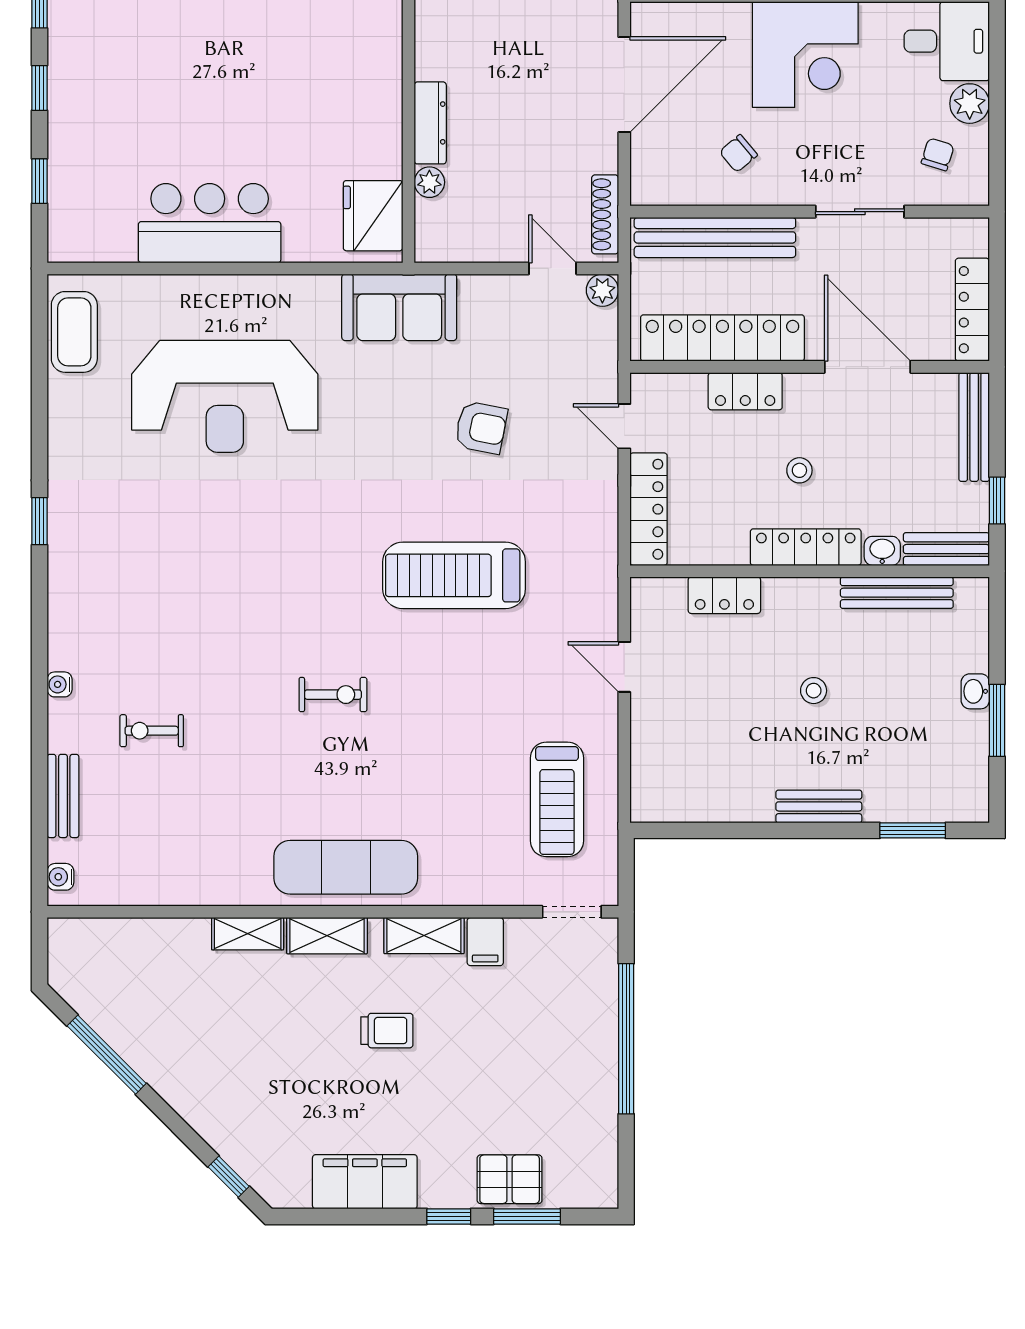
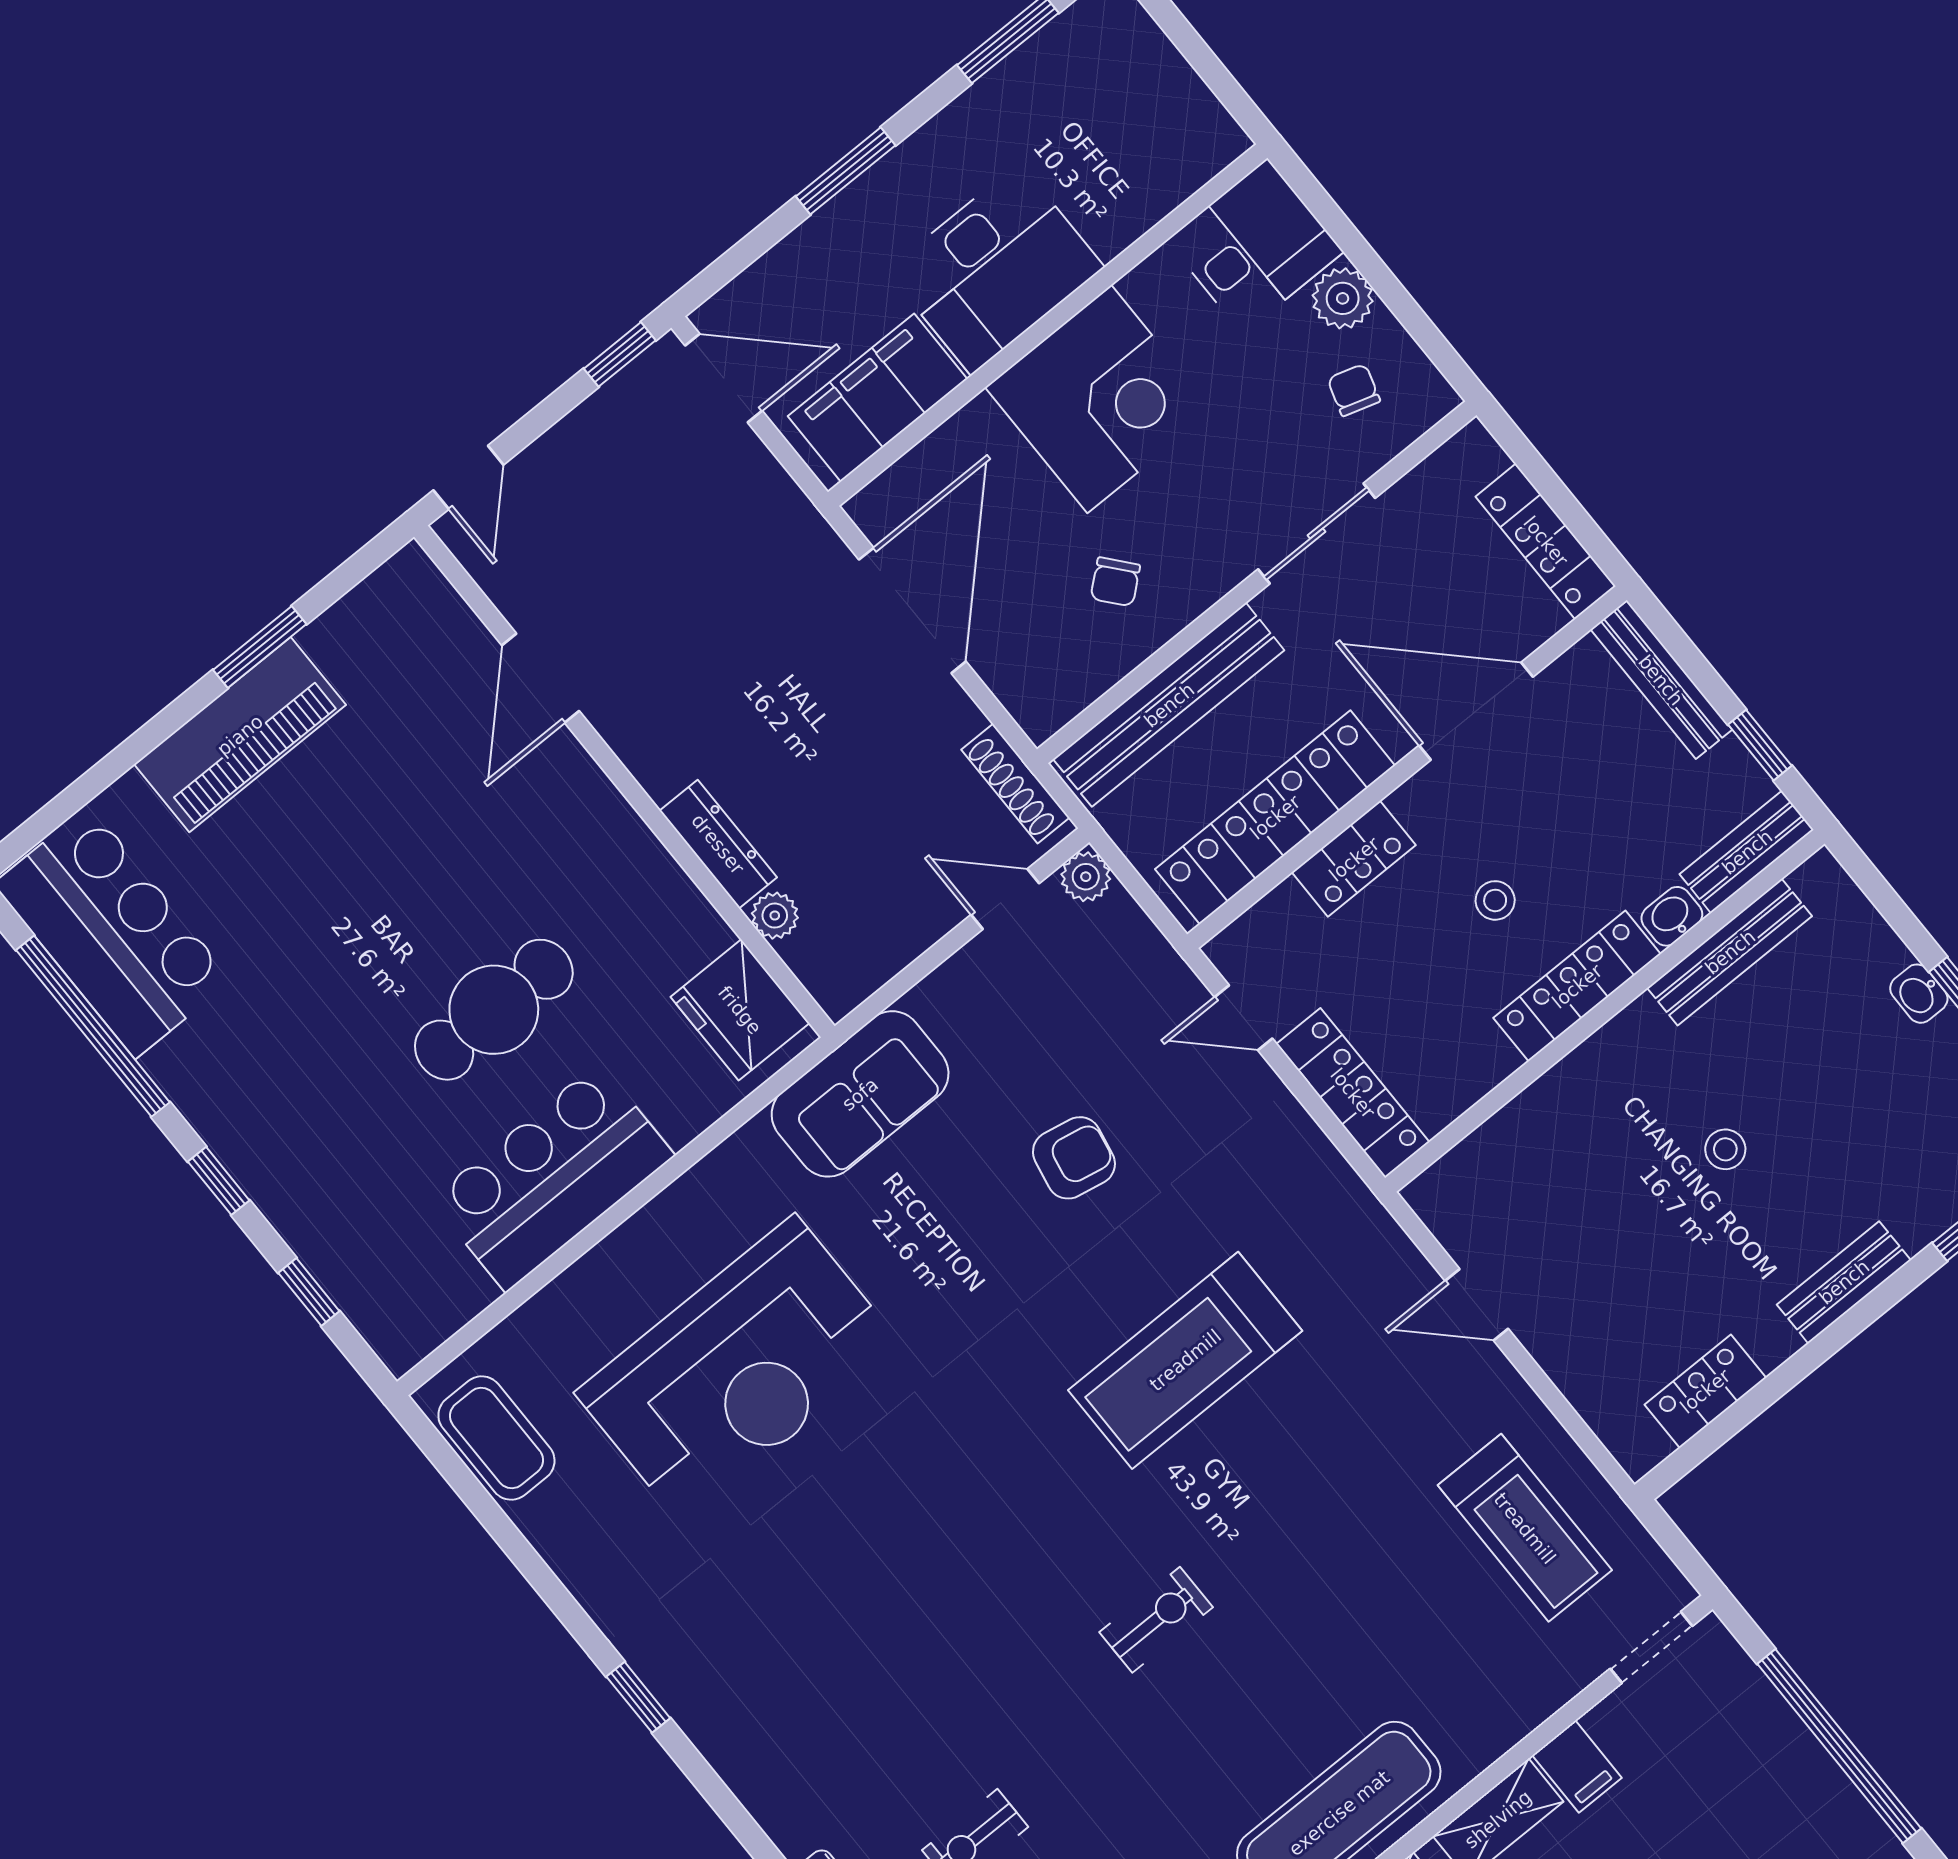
cafe table: (249, 114) -> (494, 1010), added
locker: (724, 595) -> (1705, 1391), moved, turned 180

